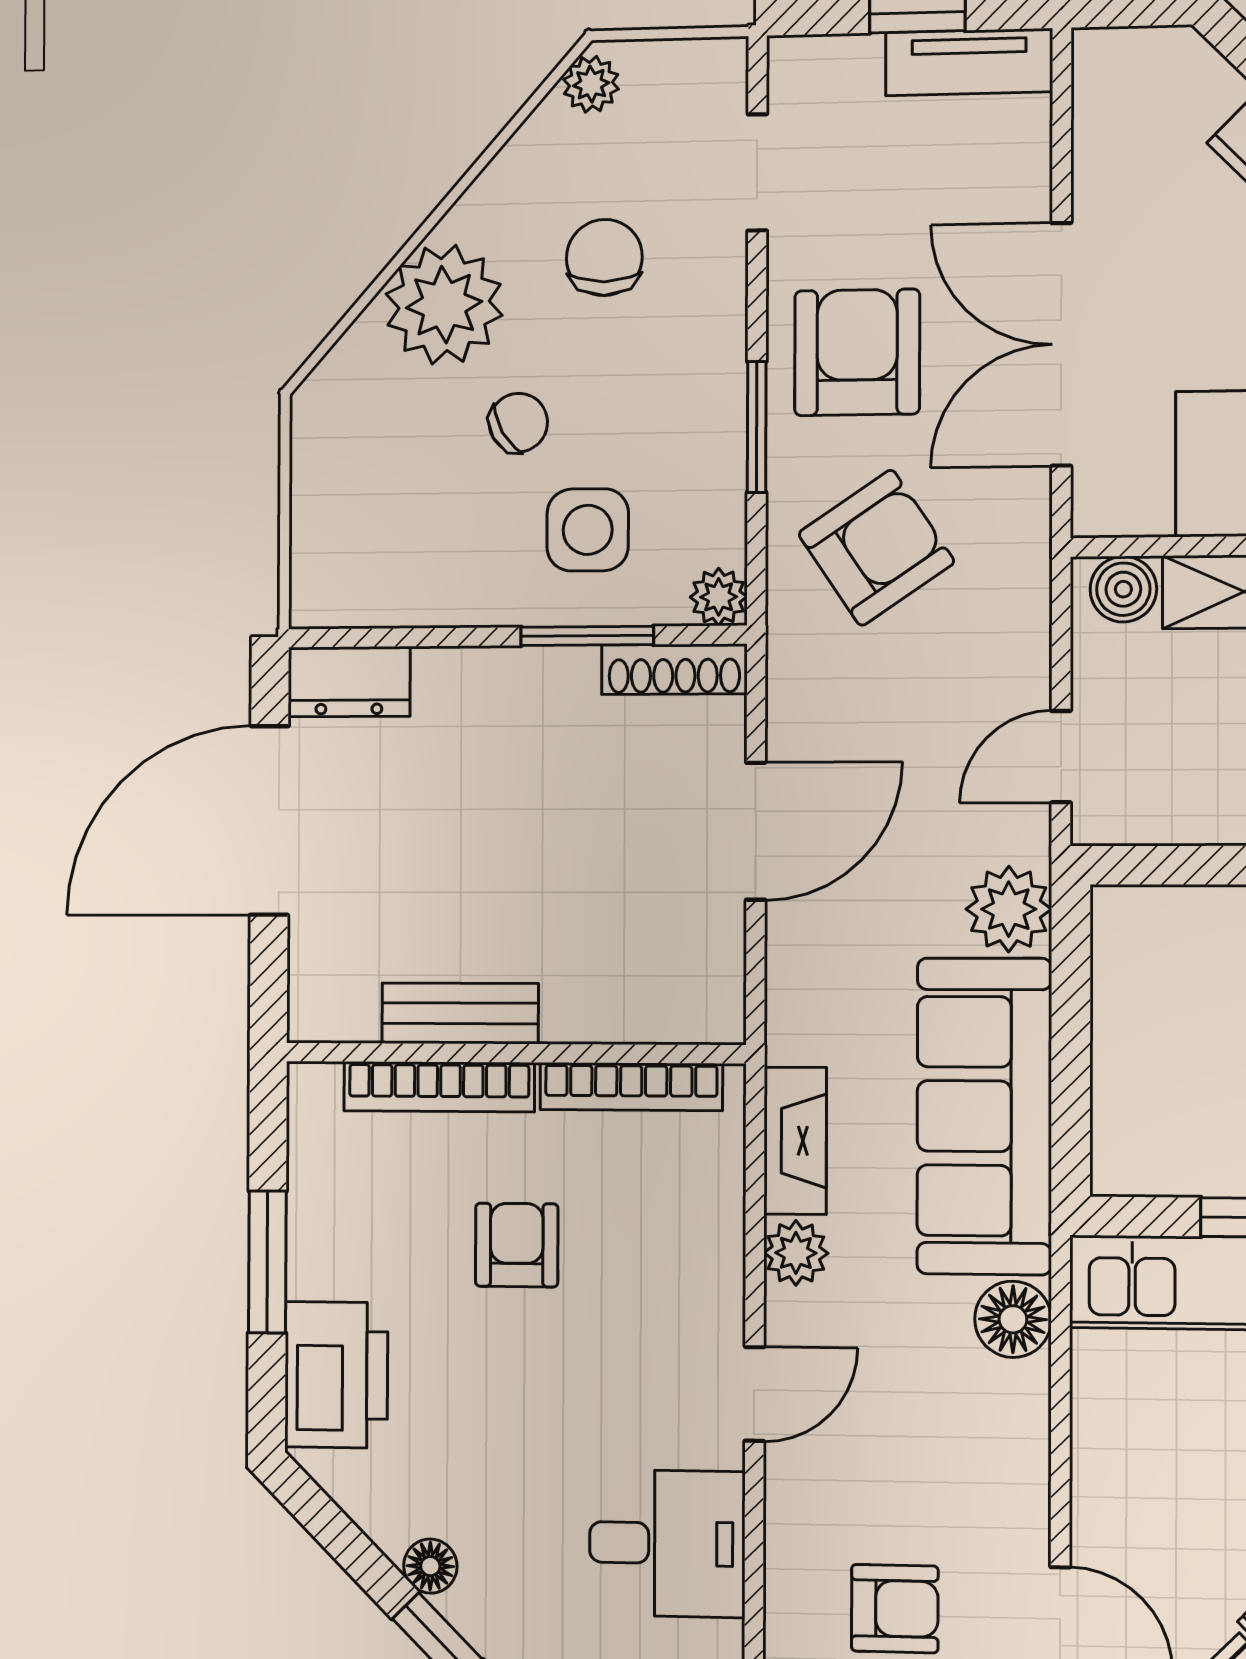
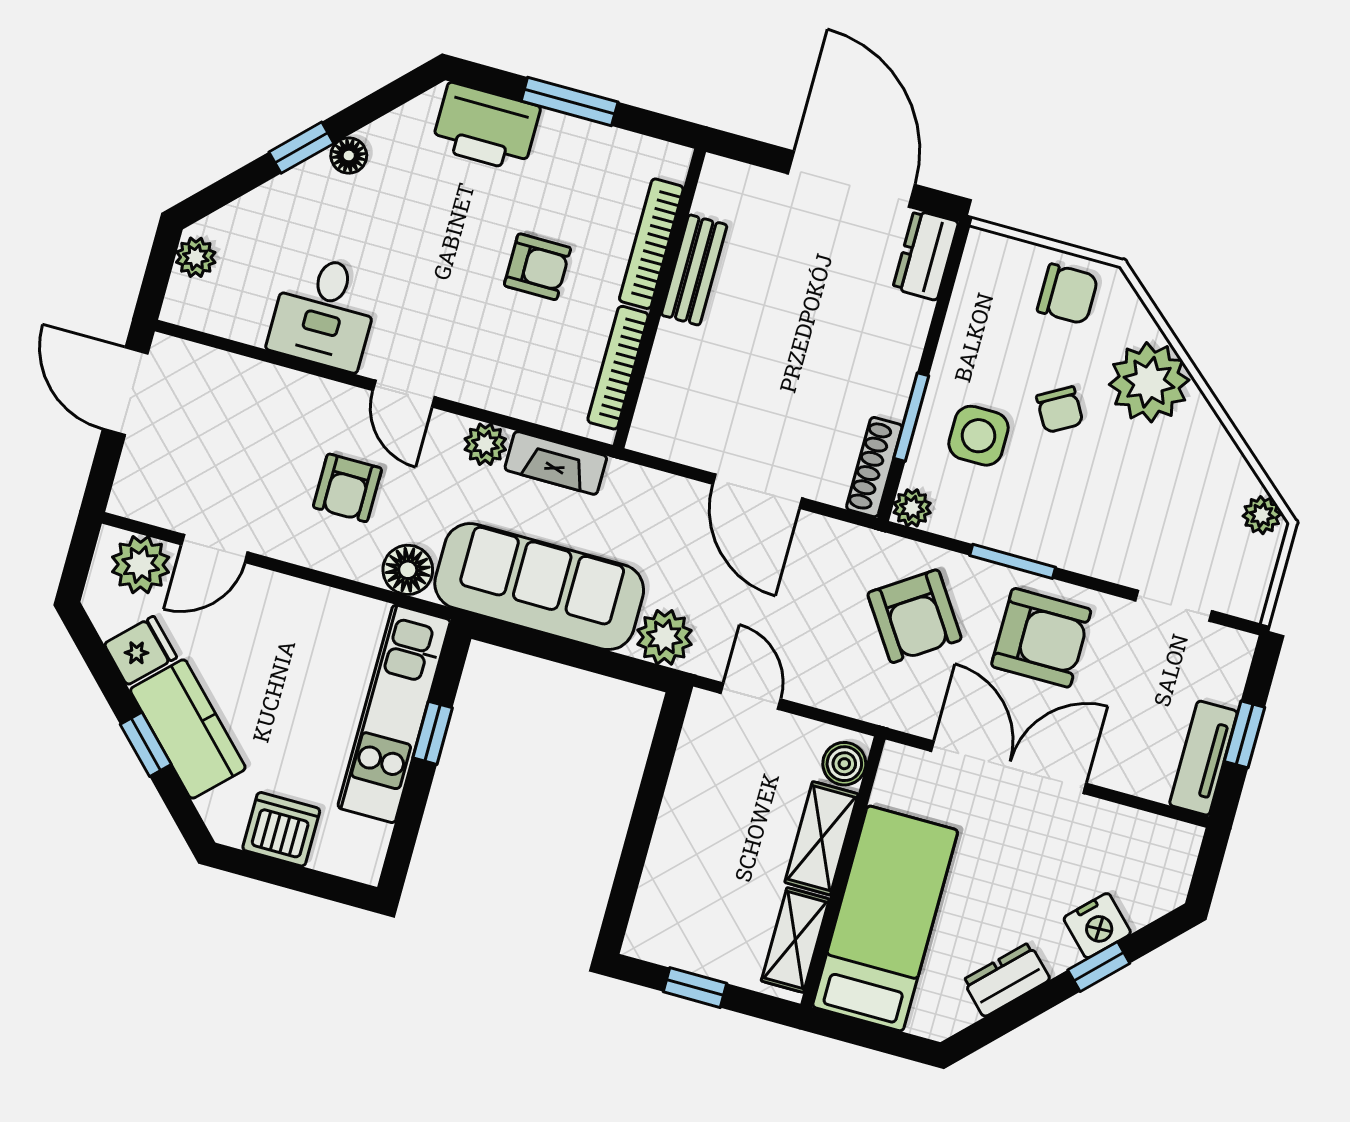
chair: (604, 257) -> (1068, 294), moved
armchair: (895, 1609) -> (347, 488), moved

